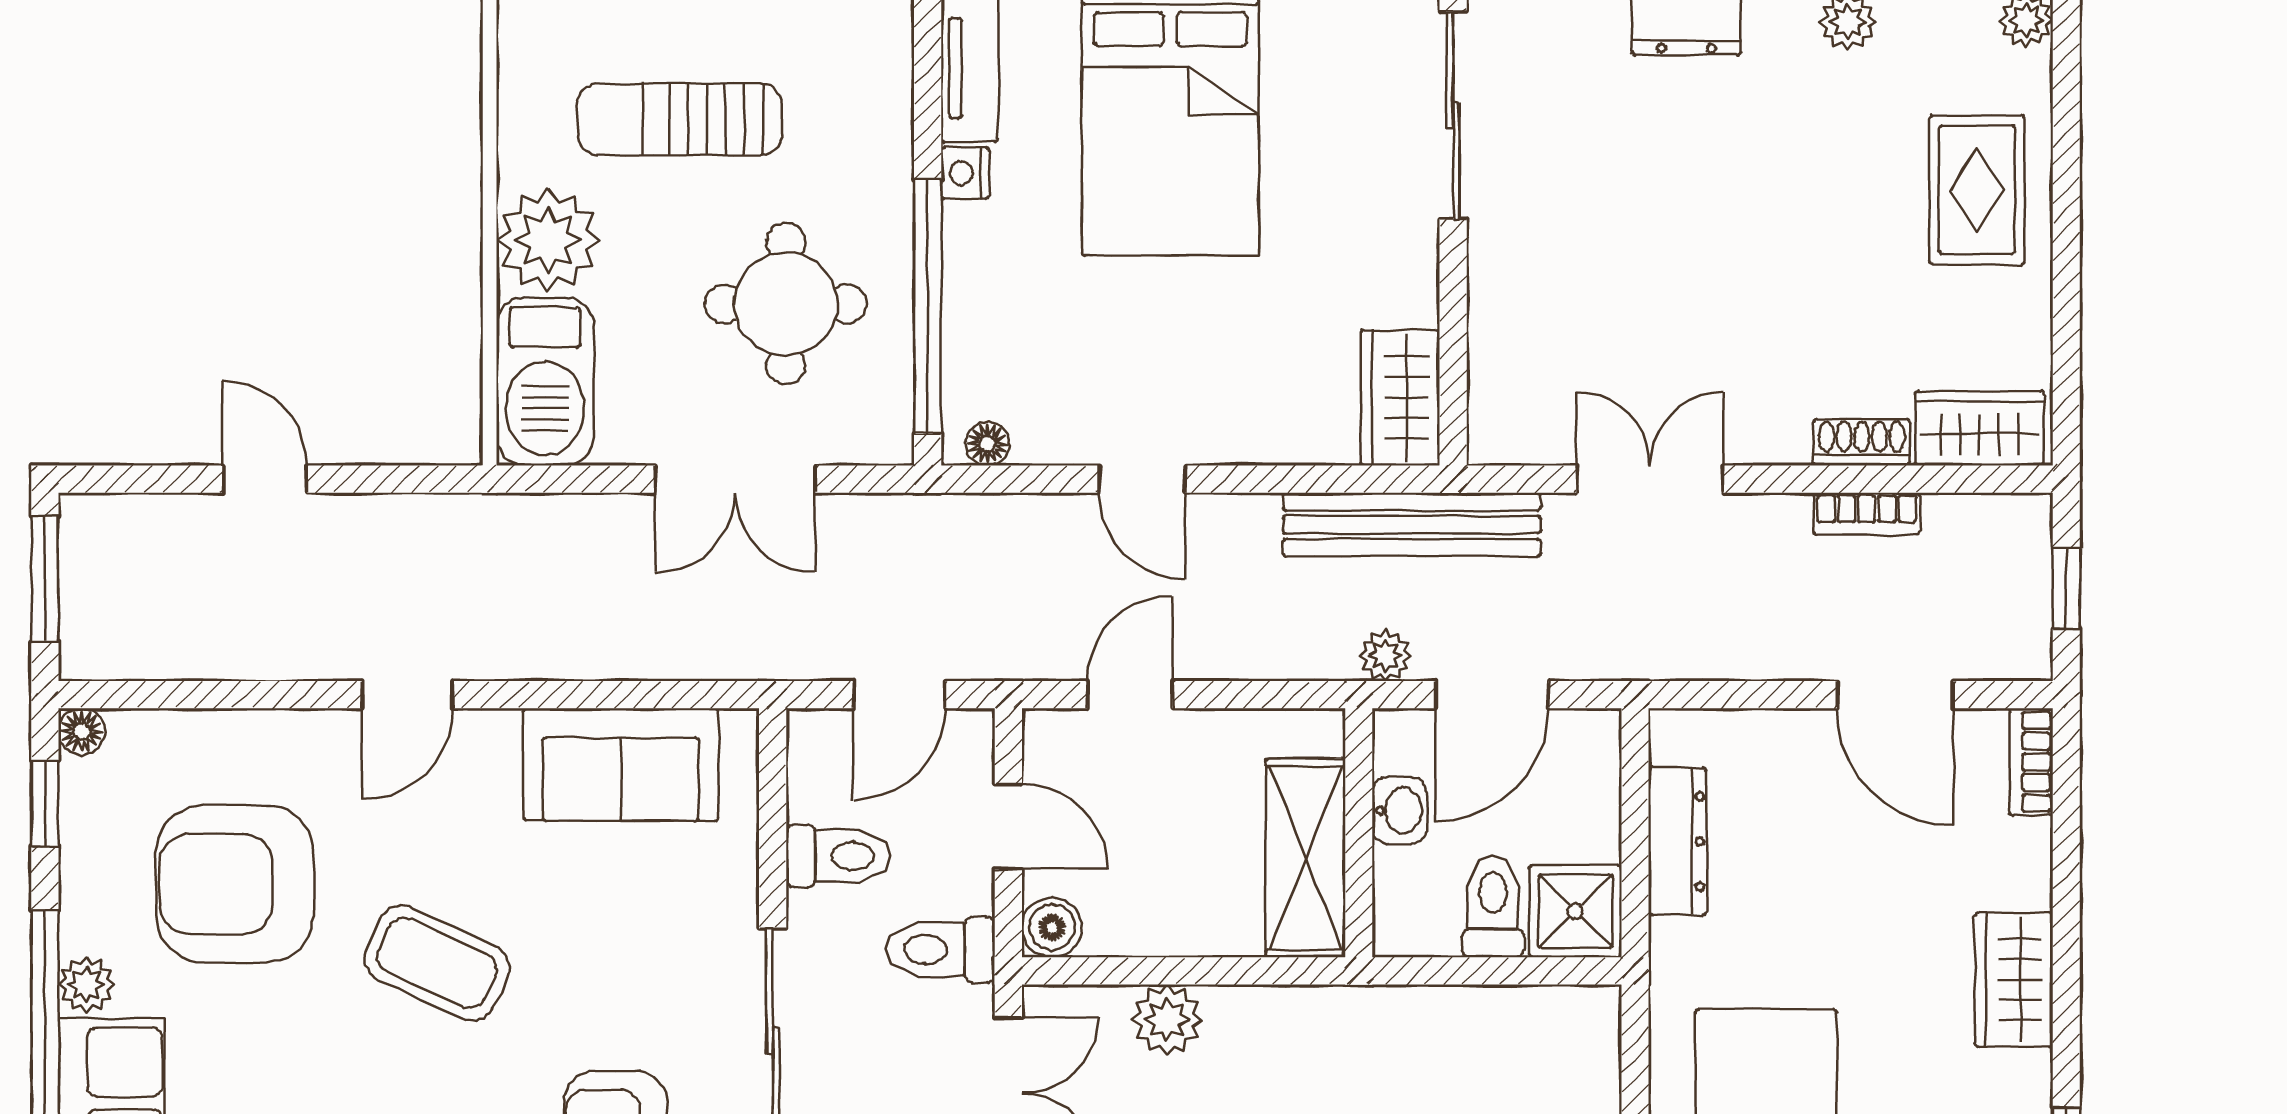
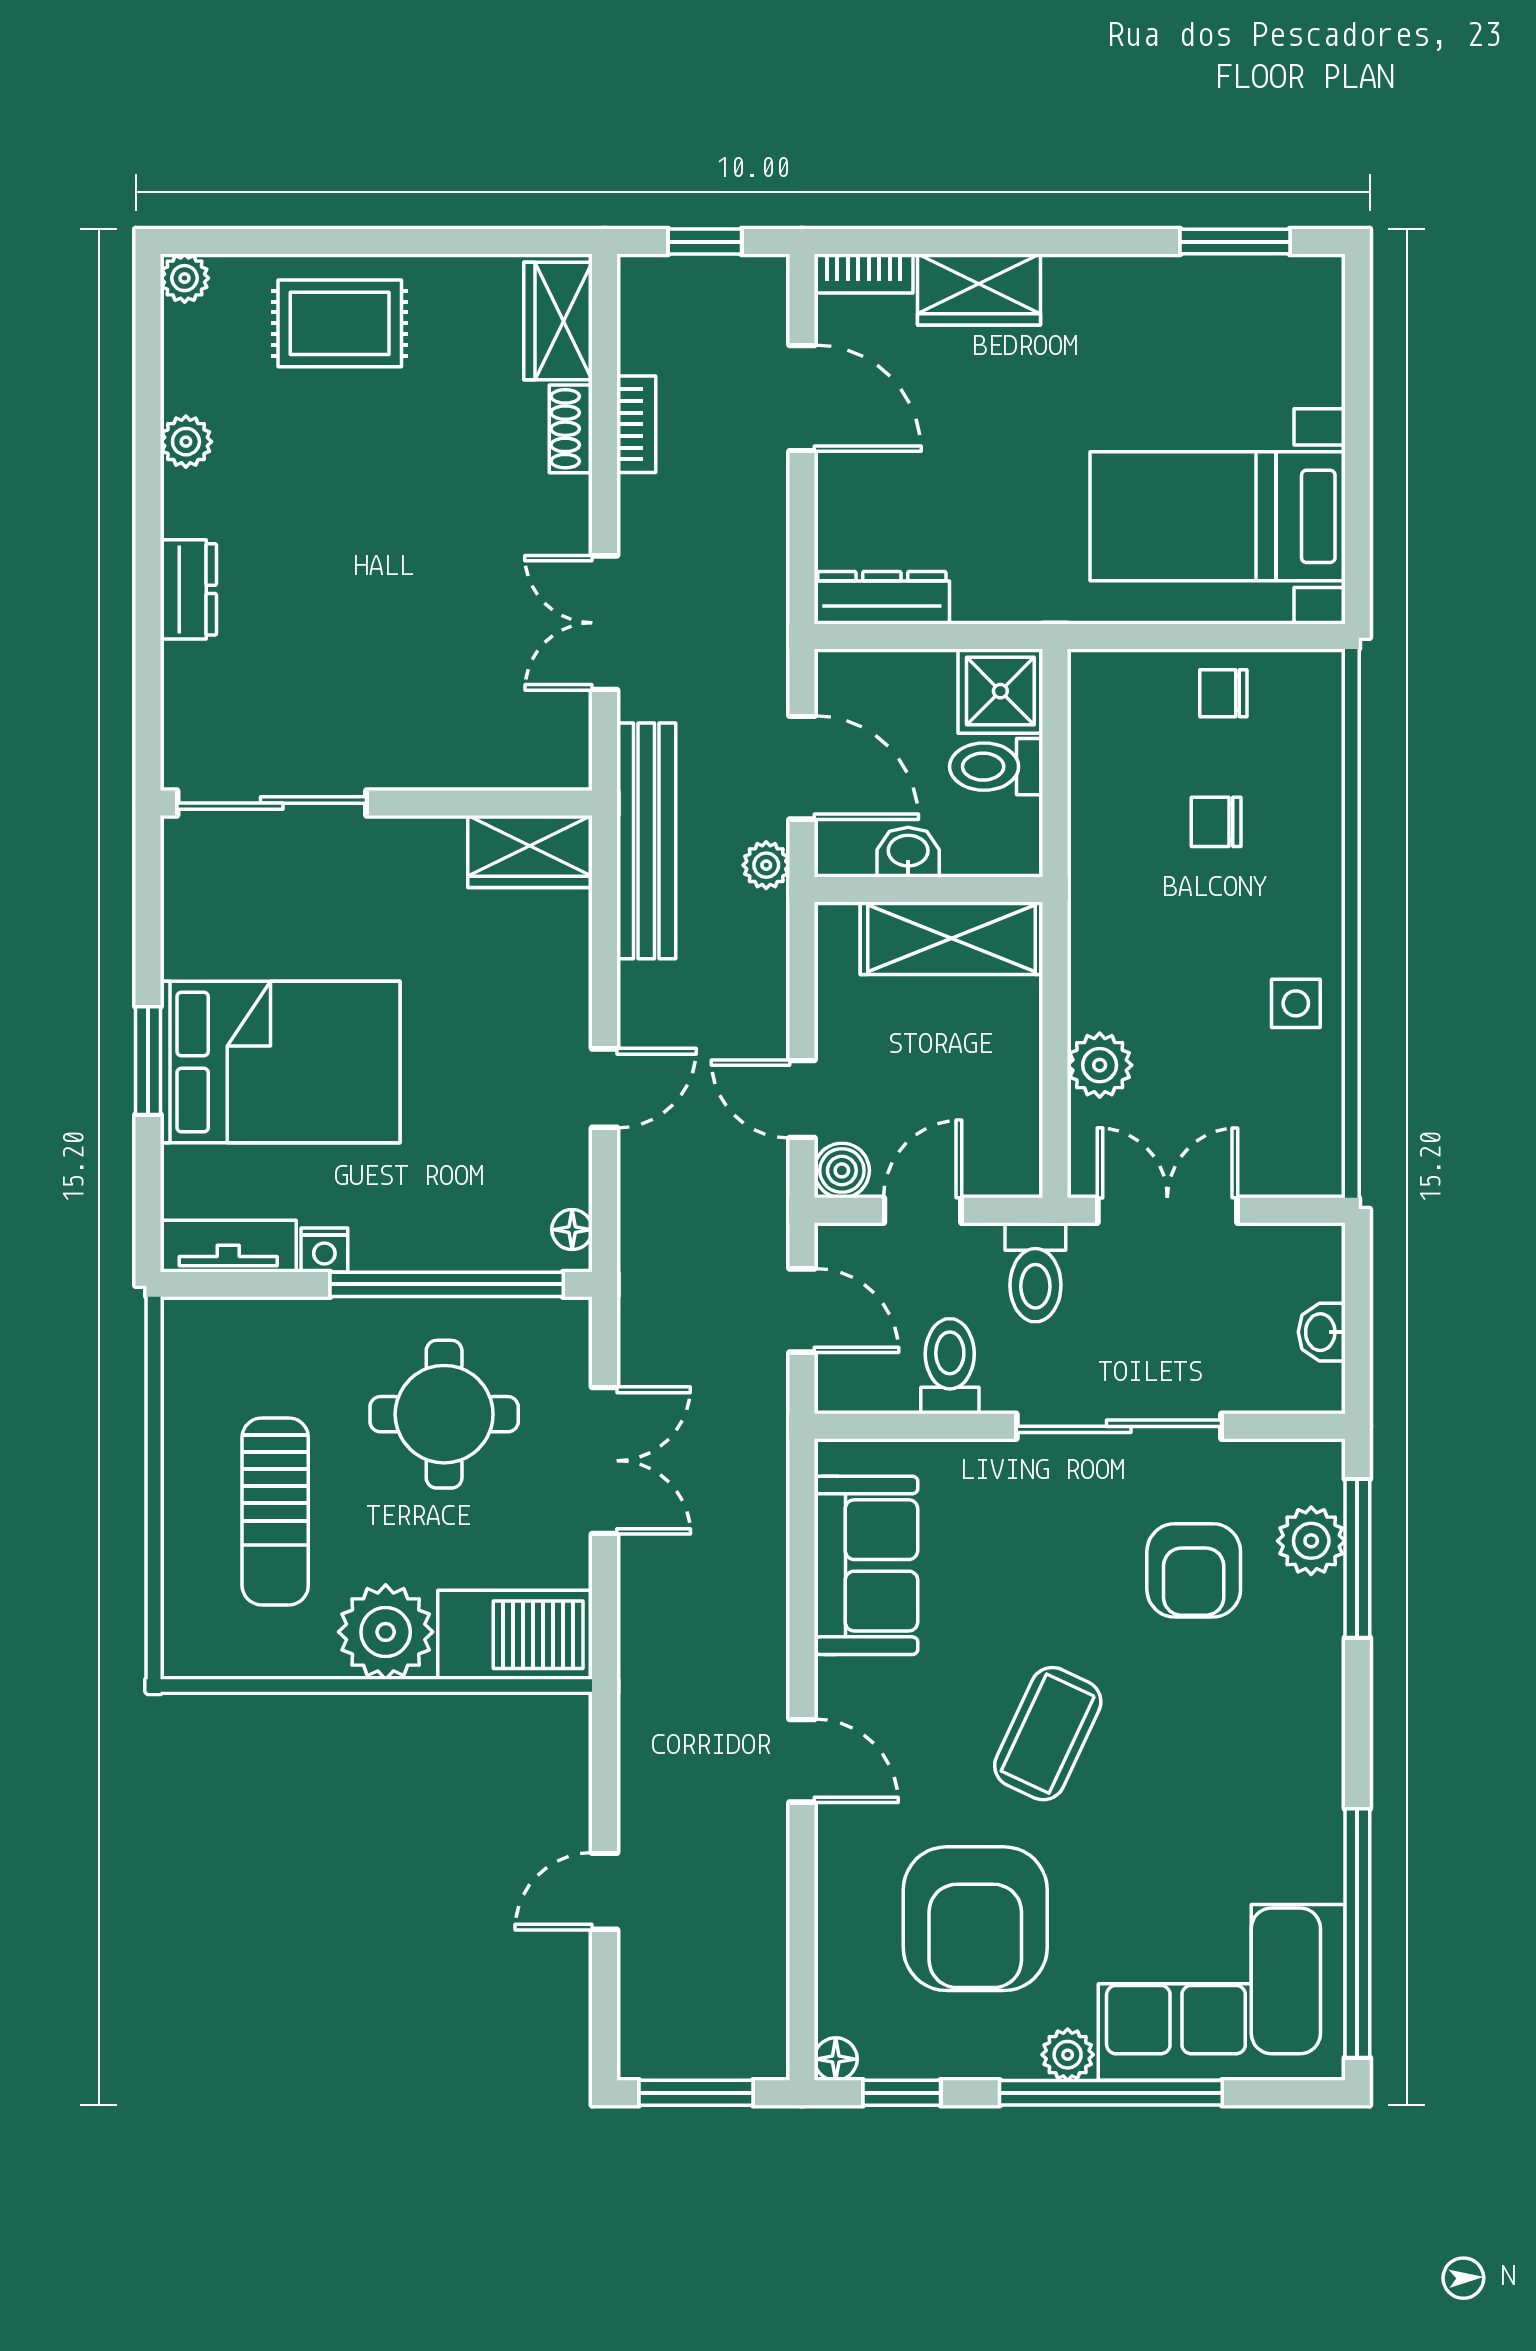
door: (1895, 695) -> (802, 398), hinge flipped
dresser: (1677, 841) -> (882, 598), moved
boiler: (1052, 927) -> (842, 1170), moved
wardrobe: (2014, 980) -> (979, 289), moved

